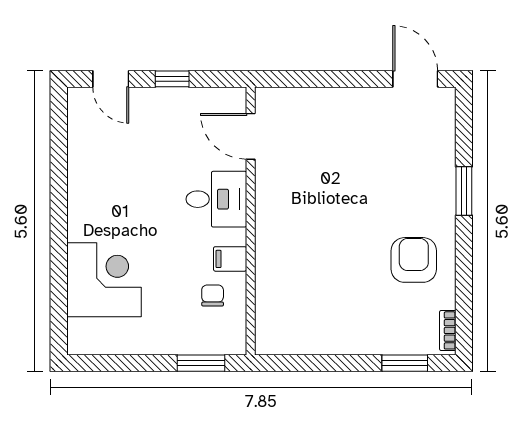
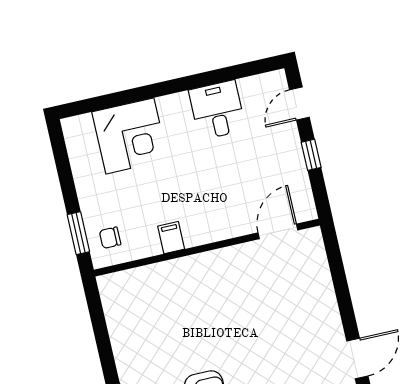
desk: (216, 199) -> (217, 110), moved, turned 180
chair: (213, 295) -> (110, 238), moved, turned 180

